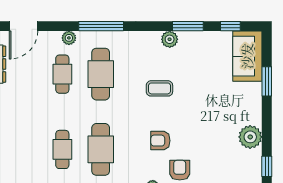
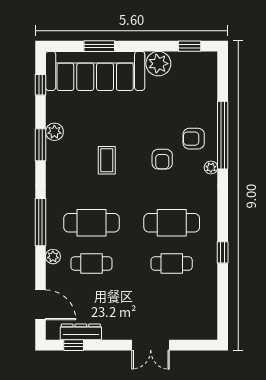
window: (188, 26) -> (40, 145), moved
plant: (170, 39) -> (54, 132), moved
sofa: (247, 56) -> (95, 71), width x1.85, depth x1.27

